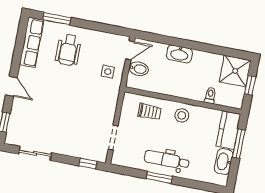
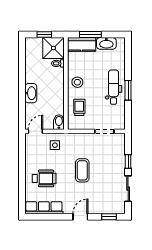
window: (57, 19) -> (22, 192), removed
door: (130, 50) -> (35, 131), hinge flipped
bidet: (139, 69) -> (59, 122), moved
shower: (235, 71) -> (53, 48), moved
coffee table: (69, 100) -> (82, 170), added
dental chair: (167, 160) -> (113, 87), turned 180
window: (88, 164) -> (128, 162), moved

